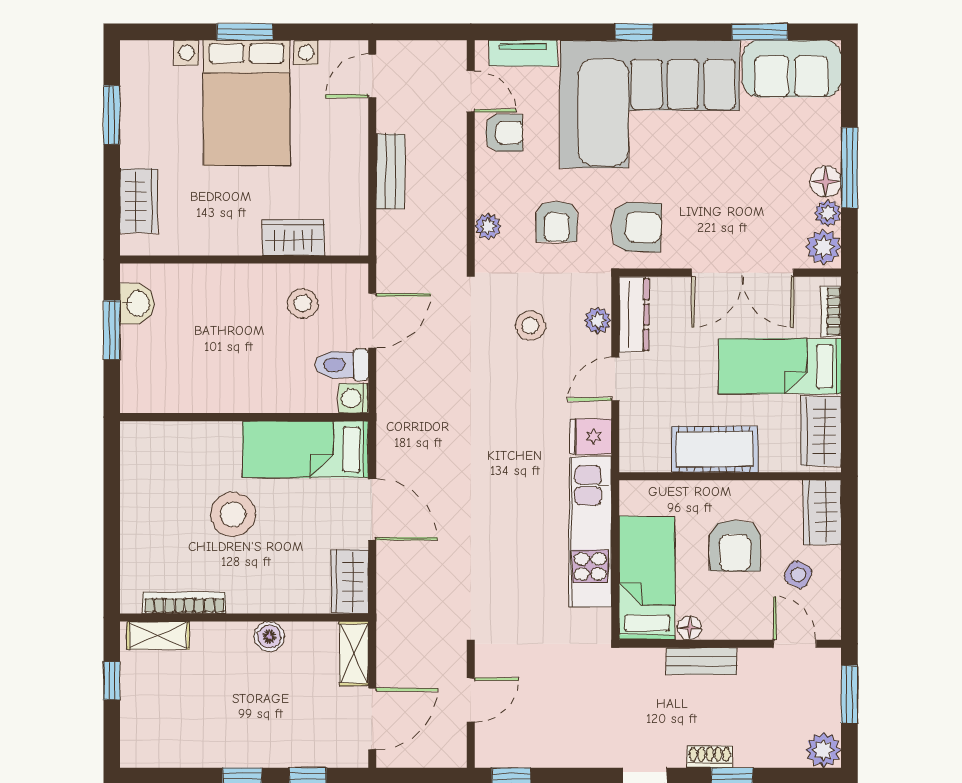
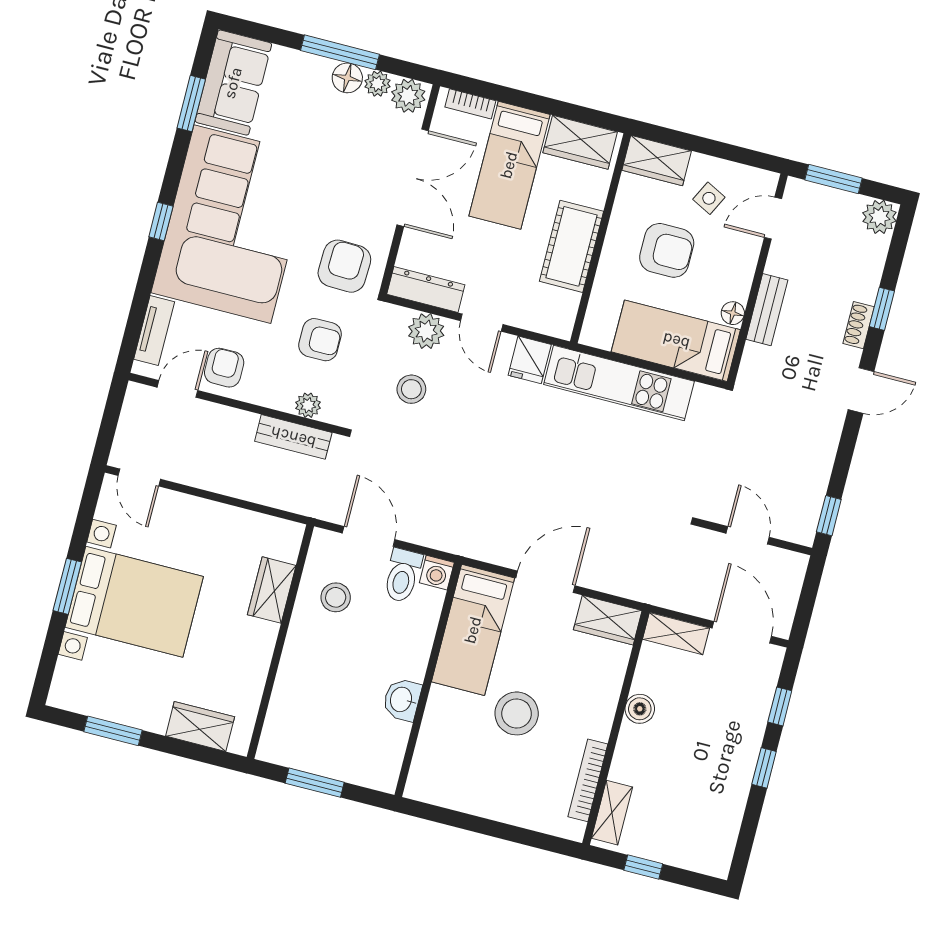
bench: (391, 172) -> (293, 437), moved
washbasin: (137, 304) -> (402, 700), moved, turned -90
plant: (598, 320) -> (426, 331), width x1.38, depth x1.38

